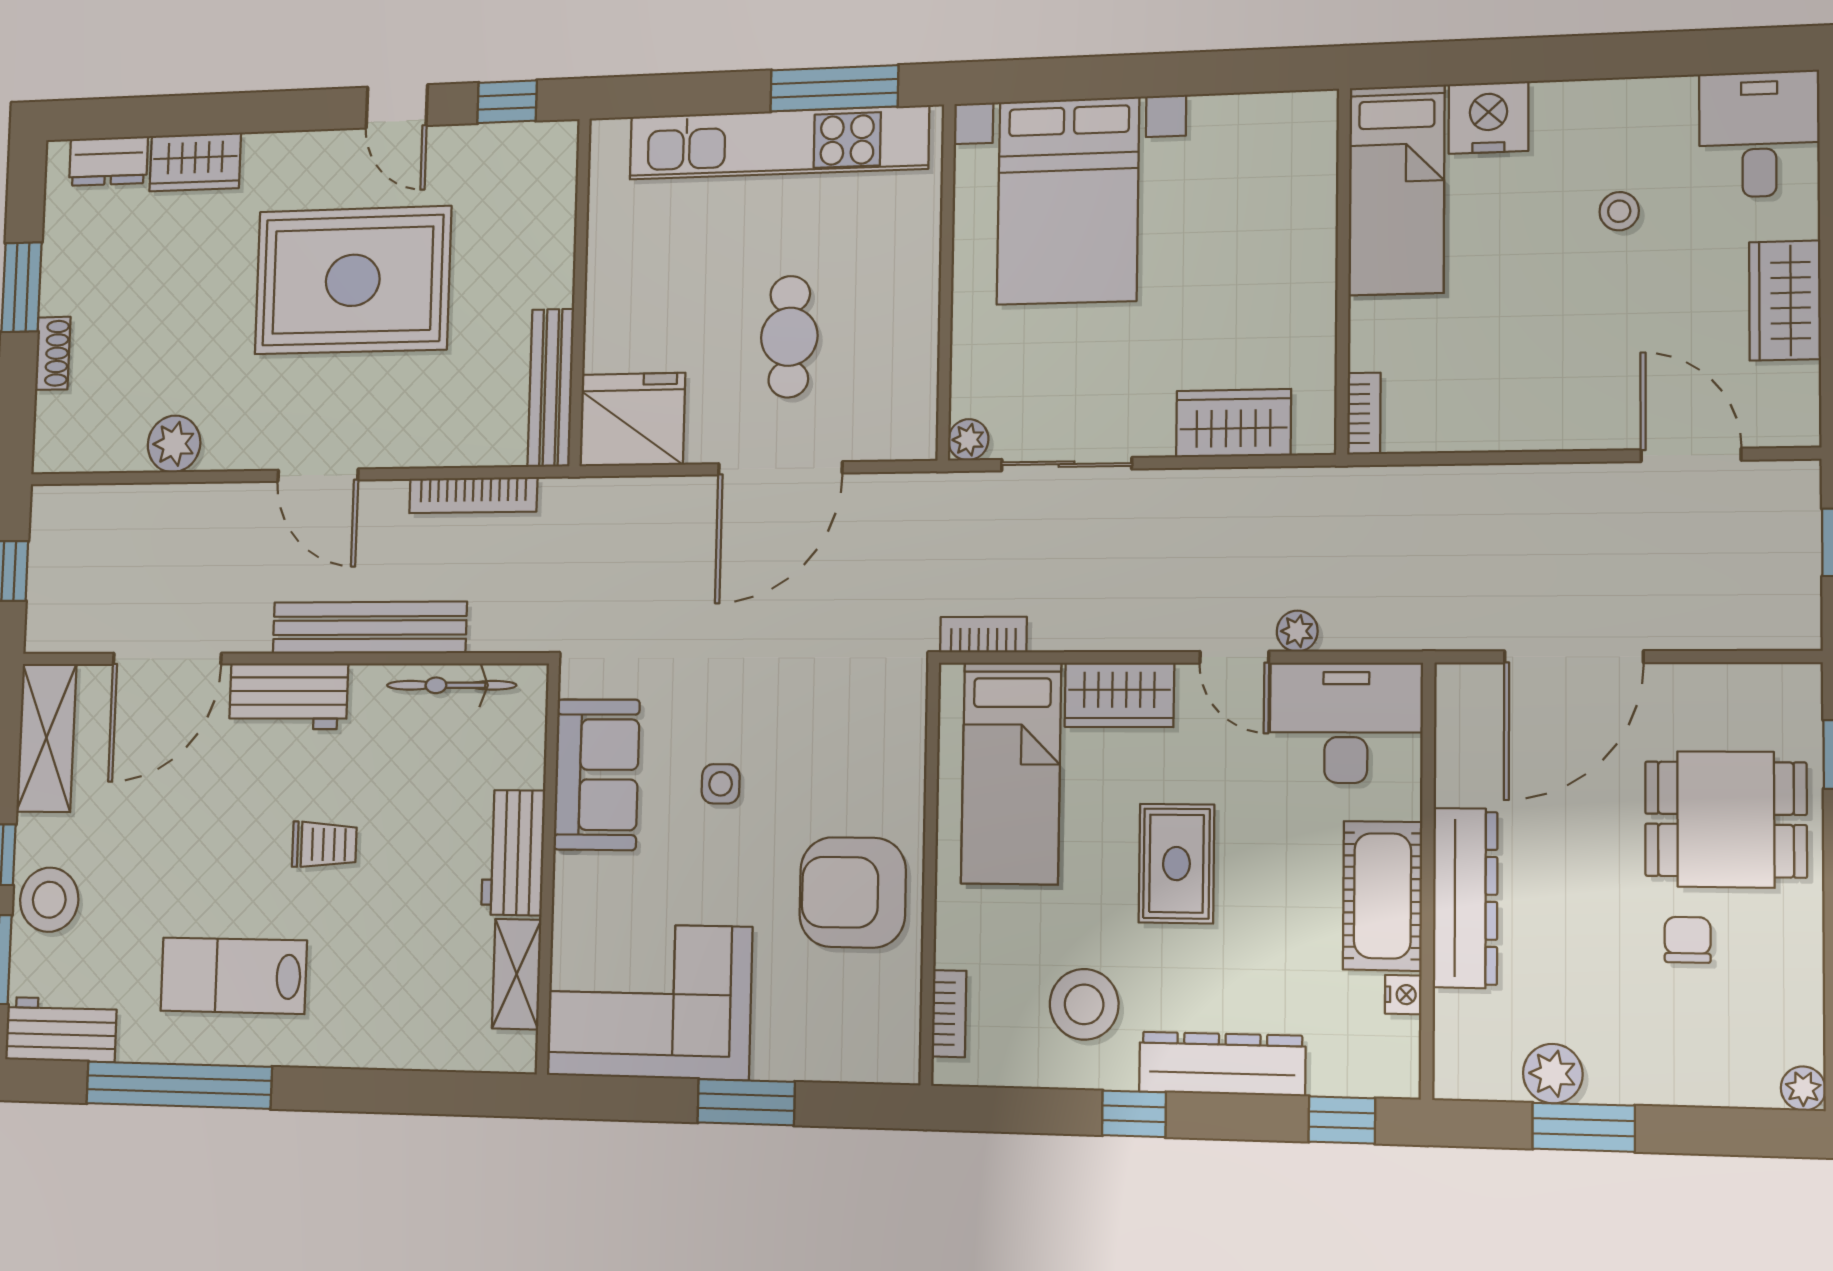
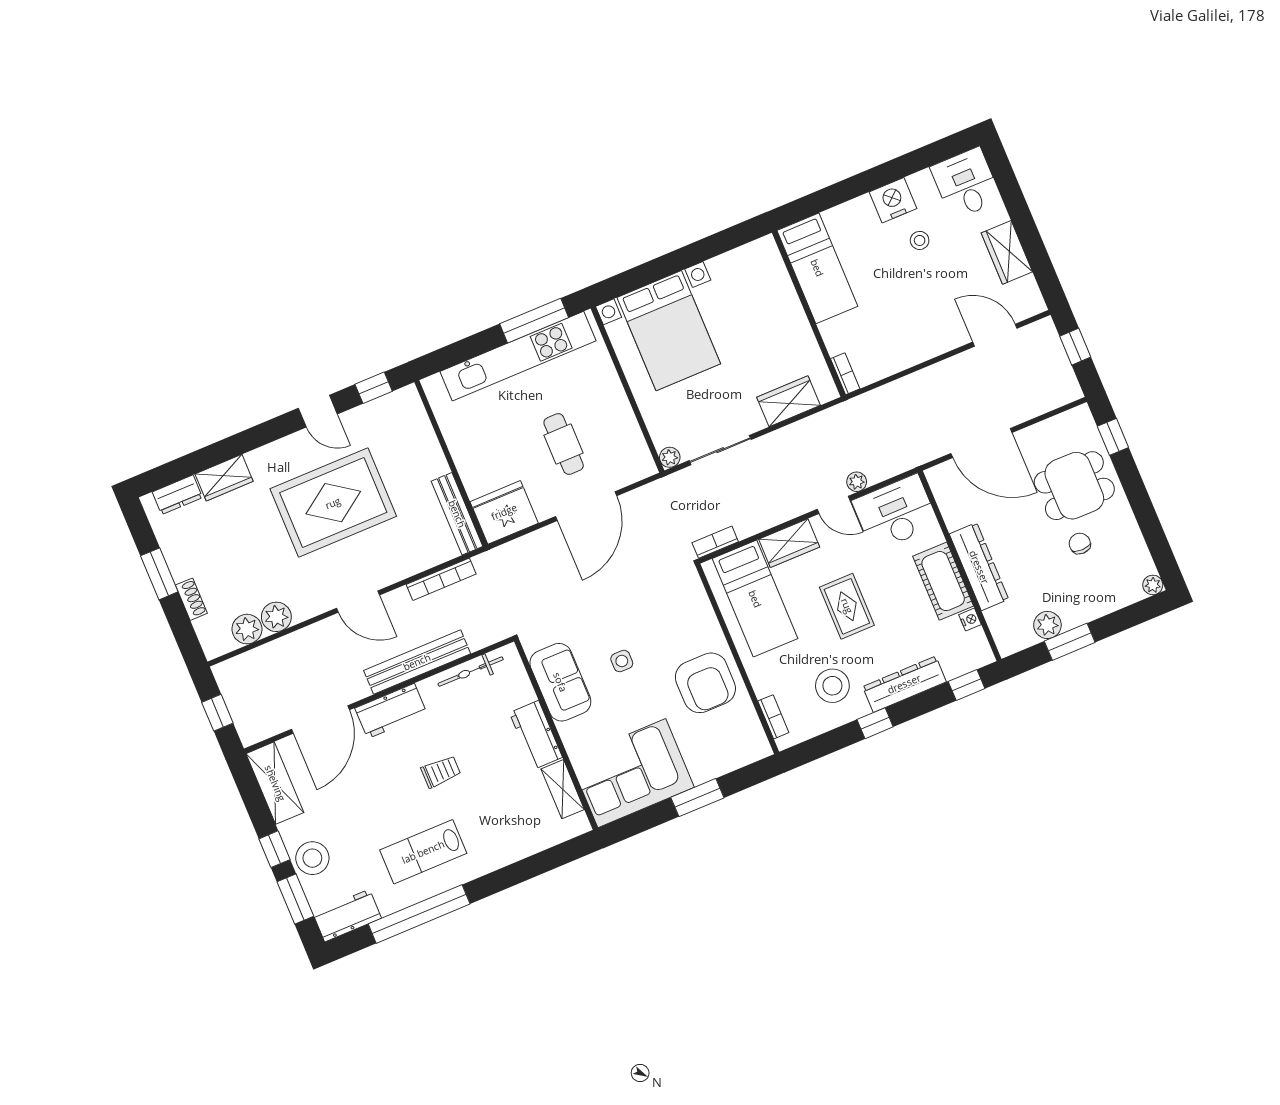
nightstand: (1488, 118) -> (893, 200), moved
plant: (118, 445) -> (247, 629), added
door: (1574, 657) -> (981, 443), hinge flipped
armchair: (853, 892) -> (705, 683), turned -90

